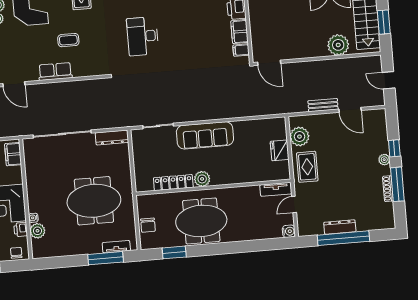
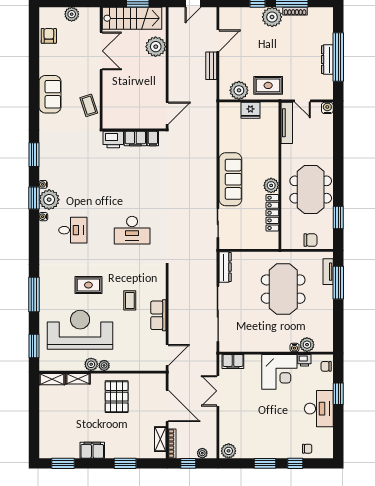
plant: (384, 160) -> (272, 17), width x1.88, depth x1.88
tv unit: (276, 189) -> (287, 123), width x1.41

